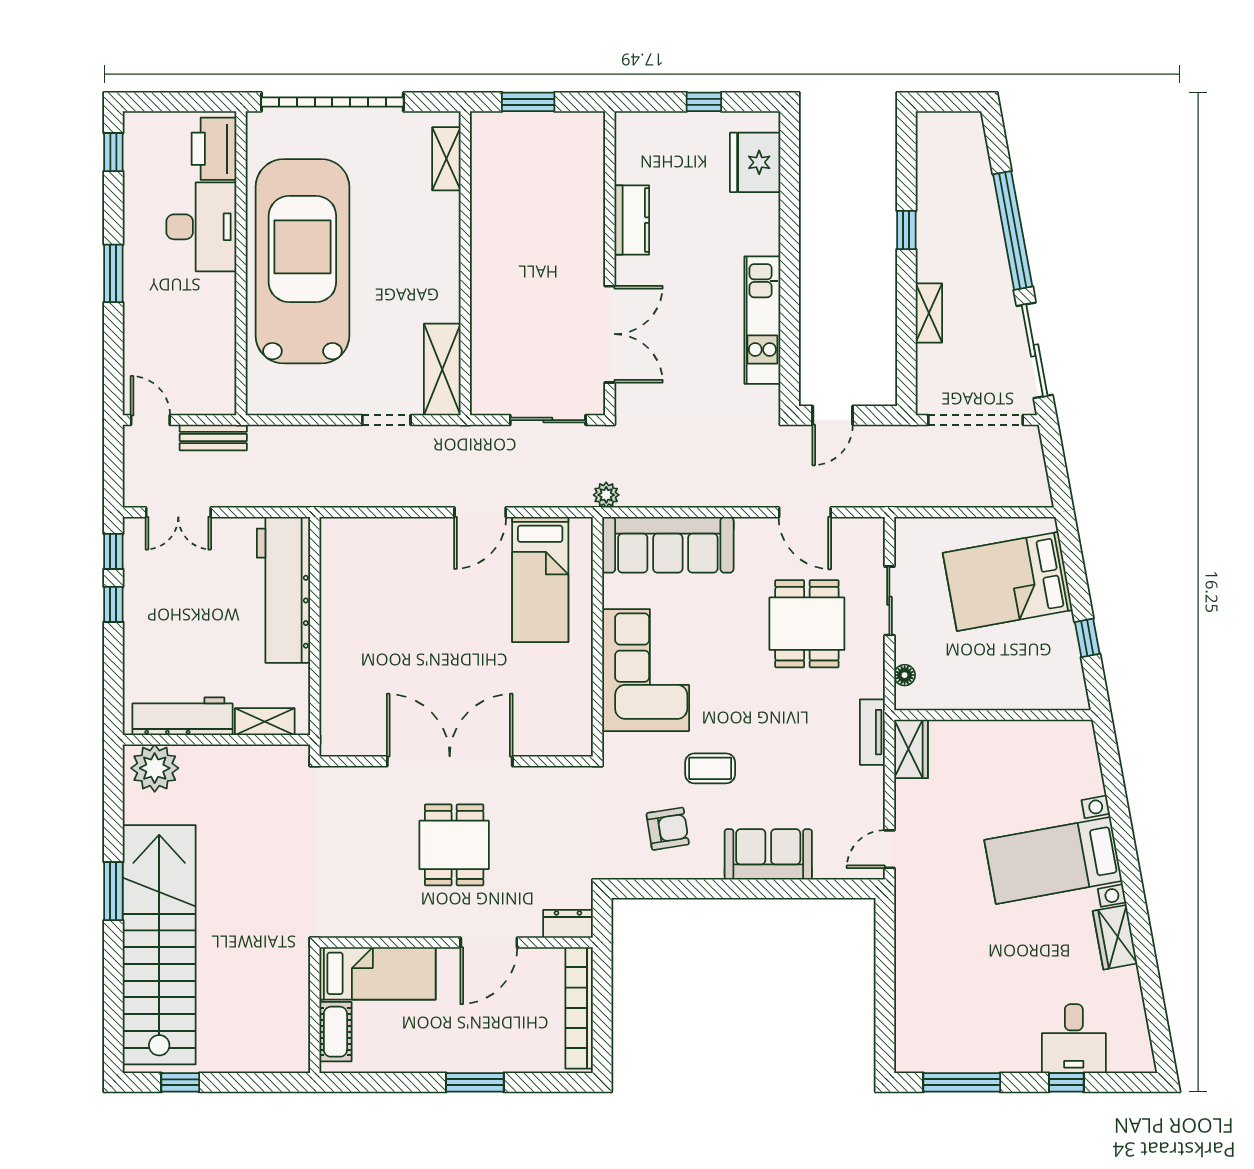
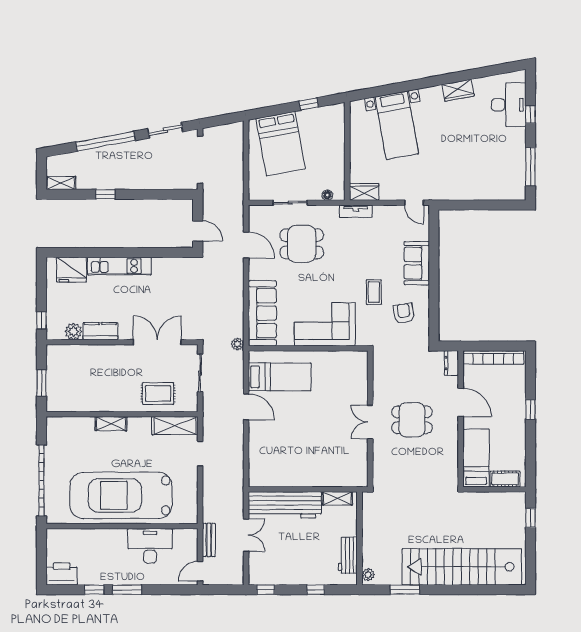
window: (704, 102) -> (41, 320), moved
printer: (214, 149) -> (62, 574), moved, turned 180
window: (113, 152) -> (94, 590), moved
shelving: (446, 159) -> (111, 424), moved
plant: (631, 166) -> (73, 331), added
desk: (201, 227) -> (150, 546), moved
shelving: (929, 313) -> (61, 183), moved
kitchen unit: (762, 320) -> (119, 266), moved
rug: (507, 336) -> (158, 394), added
sliding door: (1035, 350) -> (165, 130), width x0.73
double door: (178, 512) -> (246, 535), moved
door: (805, 512) -> (246, 245), hinge flipped
window: (113, 604) -> (316, 590), moved
workbench: (182, 716) -> (348, 555), width x0.73
shelving: (265, 722) -> (337, 498), moved, turned 90
double door: (450, 761) -> (370, 422), width x0.54
plant: (155, 768) -> (368, 575), width x0.53, depth x0.53
bed with nightstands: (1053, 860) -> (397, 125), moved
window: (113, 891) -> (405, 590), moved
desk: (1074, 1039) -> (509, 105), width x1.37
window: (180, 1082) -> (530, 518), moved
window: (475, 1082) -> (530, 409), width x0.67

